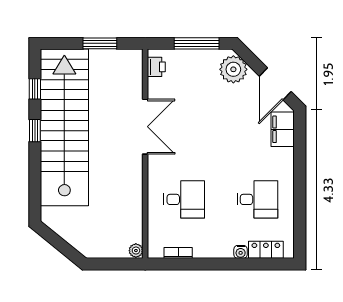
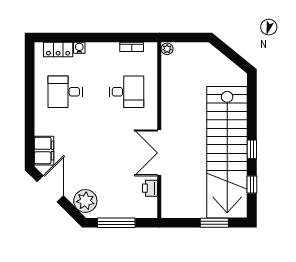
window: (100, 43) -> (214, 223), moved
printer: (156, 67) -> (150, 188), moved
desk: (184, 199) -> (127, 92), turned 180

